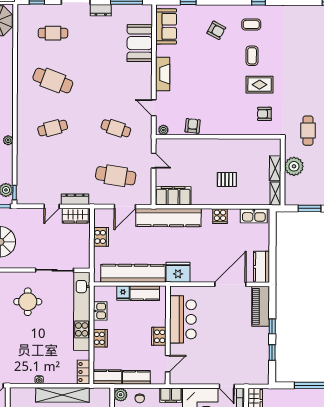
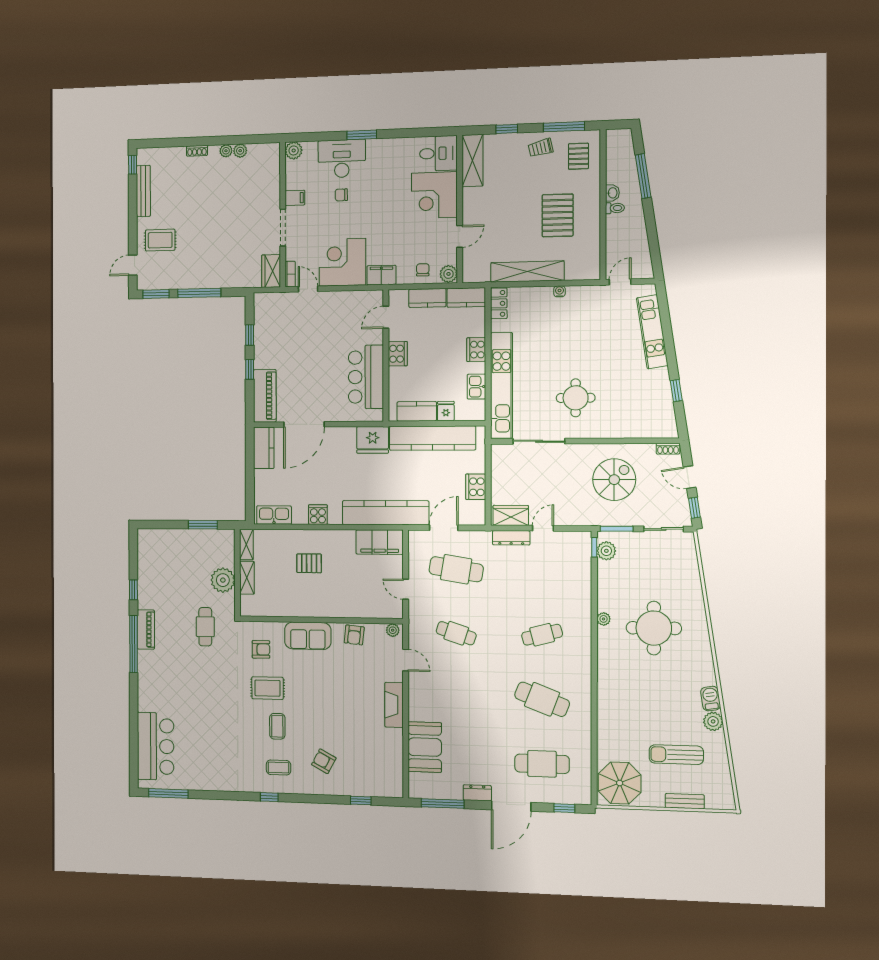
sofa: (166, 26) -> (308, 636), moved, turned -90
cafe table: (53, 33) -> (542, 764), width x1.37, depth x1.35

